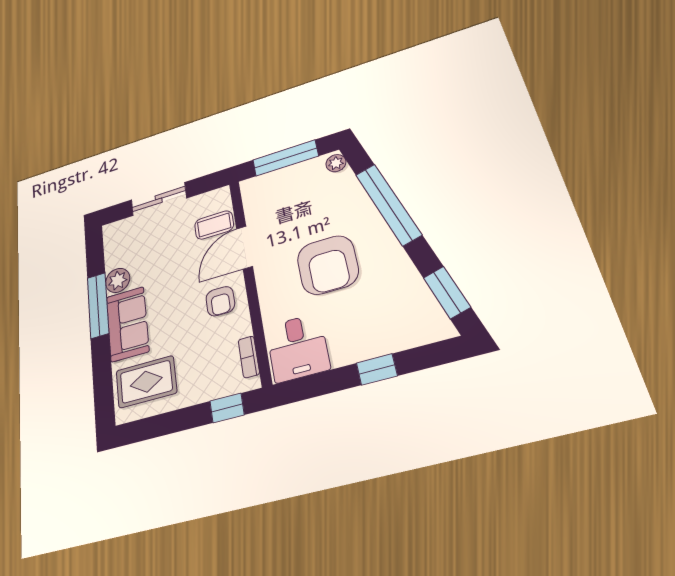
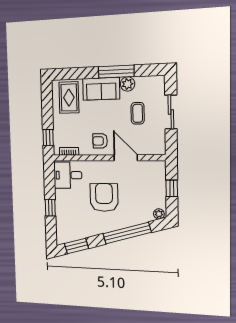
window: (285, 158) -> (172, 188), width x0.46
coffee table: (214, 225) -> (138, 113), moved
armchair: (328, 265) -> (104, 197), turned 90

